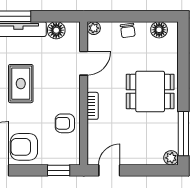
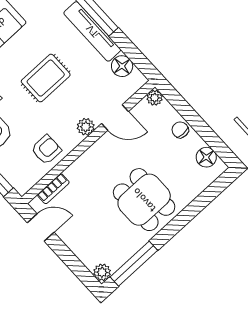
chair: (128, 30) -> (180, 130), turned 98
plant: (73, 86) -> (86, 127), added
bookcase: (93, 106) -> (53, 189), moved
armchair: (65, 123) -> (46, 150), turned 90

